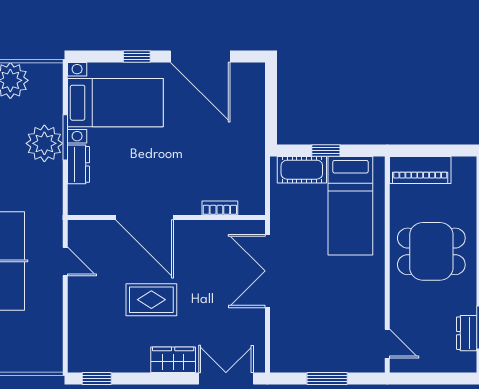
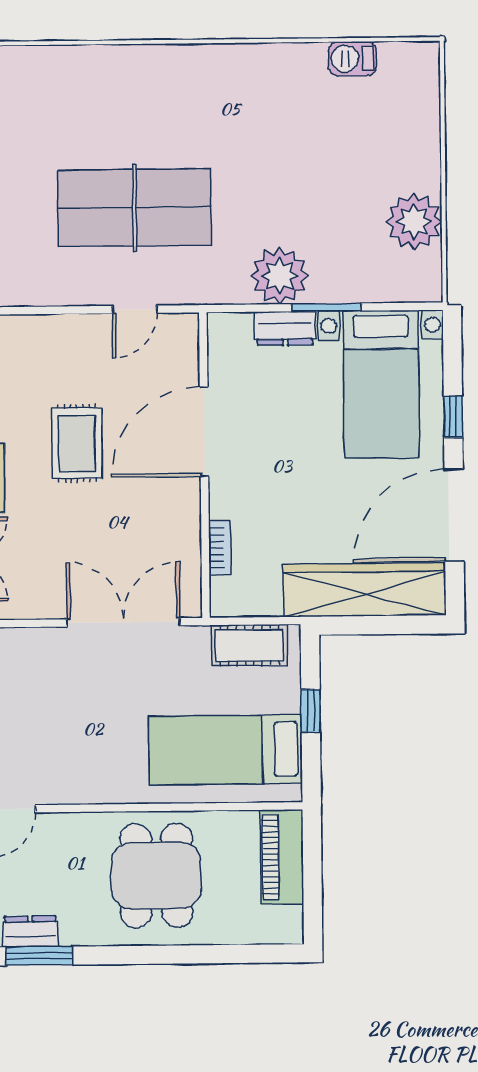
wardrobe: (248, 115) -> (365, 590), added
plant: (44, 143) -> (280, 276), moved
cot: (302, 170) -> (249, 645), moved, turned 90

